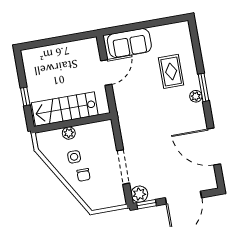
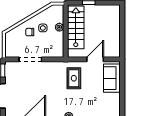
rug: (171, 71) -> (74, 78), moved, turned 90
door: (106, 73) -> (95, 59), swing flipped
plant: (139, 194) -> (10, 67), removed

